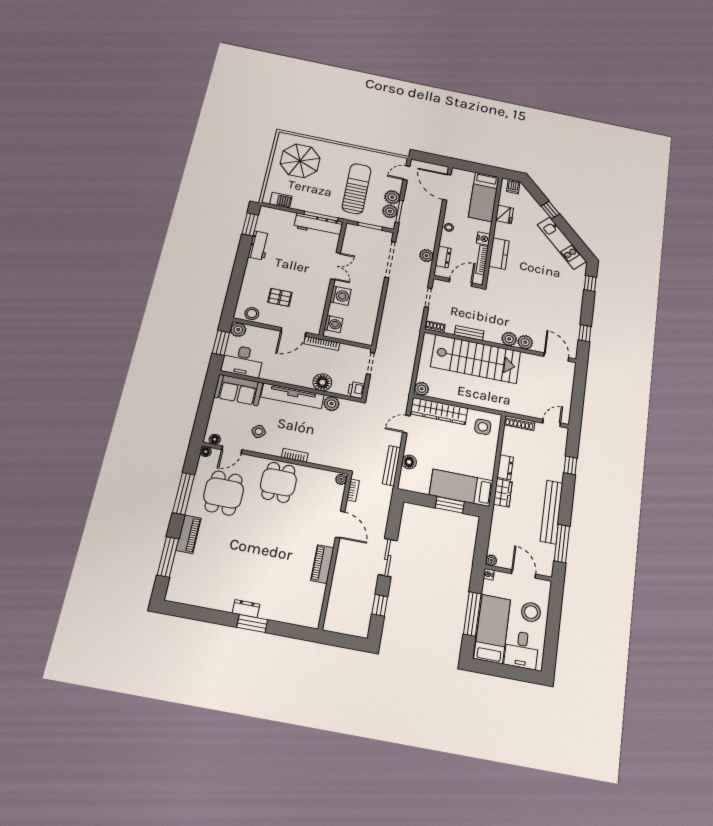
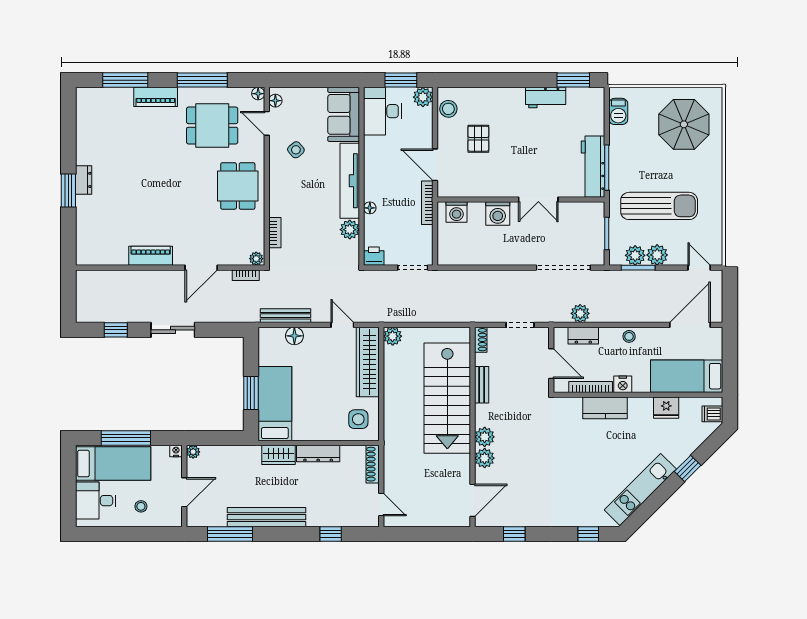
floor lamp: (322, 382) -> (370, 208), width x0.53, depth x0.53
bookcase: (295, 455) -> (275, 233), moved
dresser: (505, 467) -> (318, 454), width x1.44
dining table: (278, 482) -> (238, 186), turned 90
stool: (531, 612) -> (141, 506), width x0.53, depth x0.53

